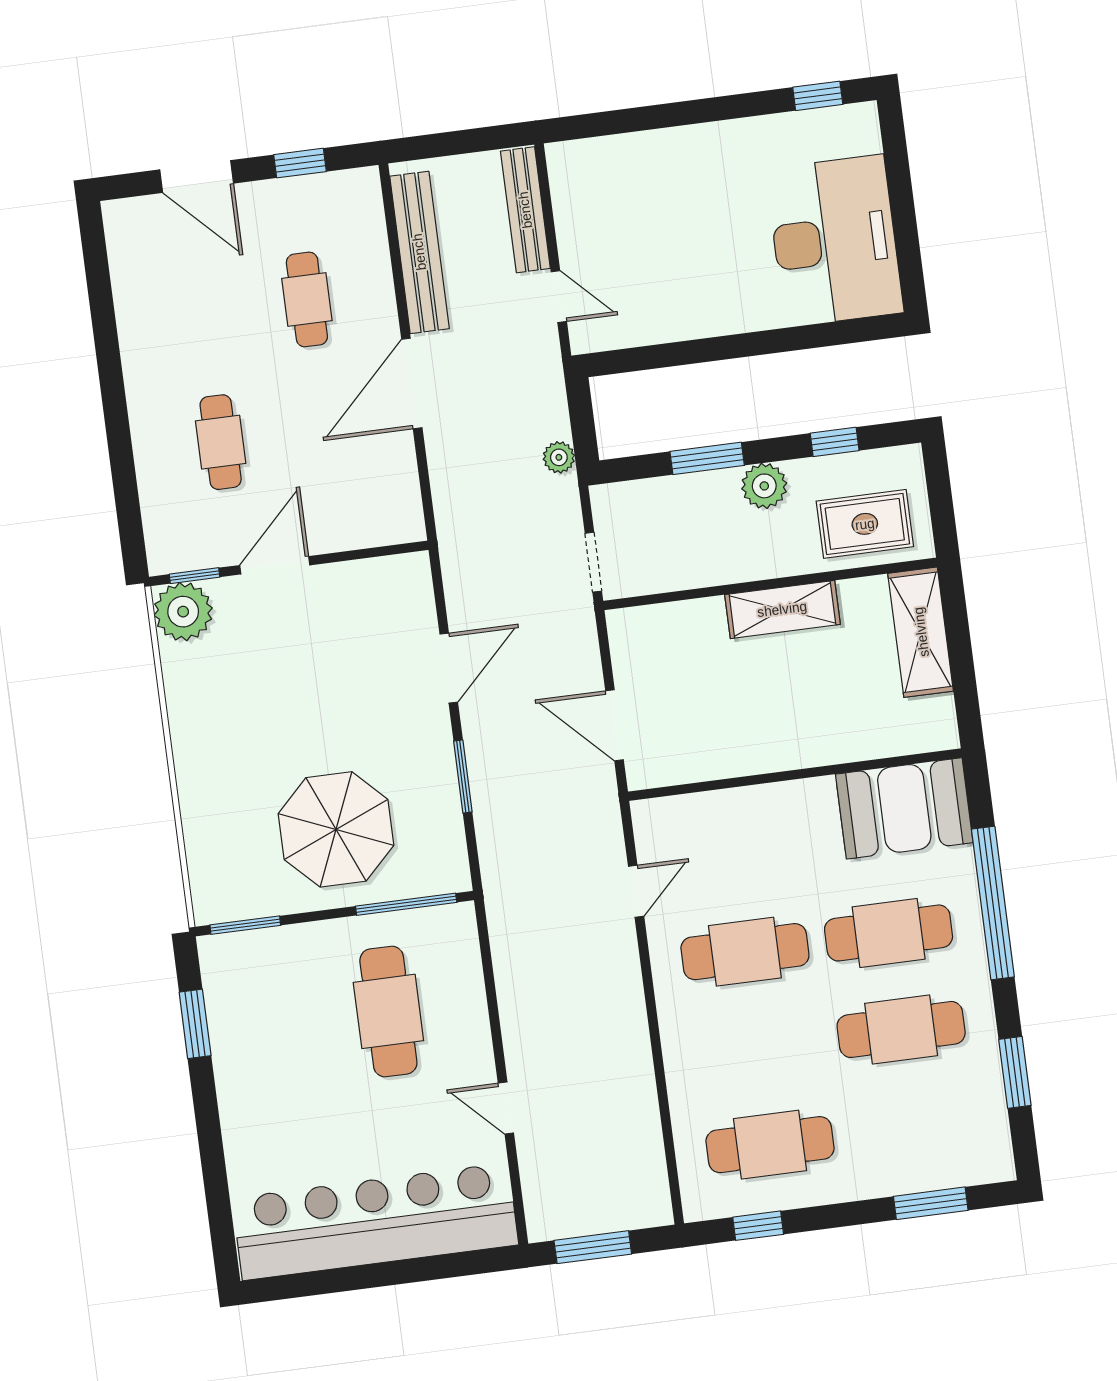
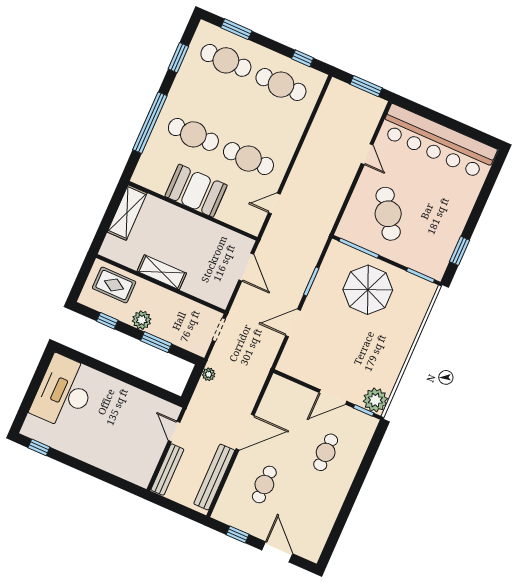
shelving: (921, 632) -> (127, 213), moved
booth: (904, 808) -> (196, 191), moved
cafe table: (388, 1011) -> (388, 214), turned -33
cafe table: (901, 1029) -> (226, 60), moved

